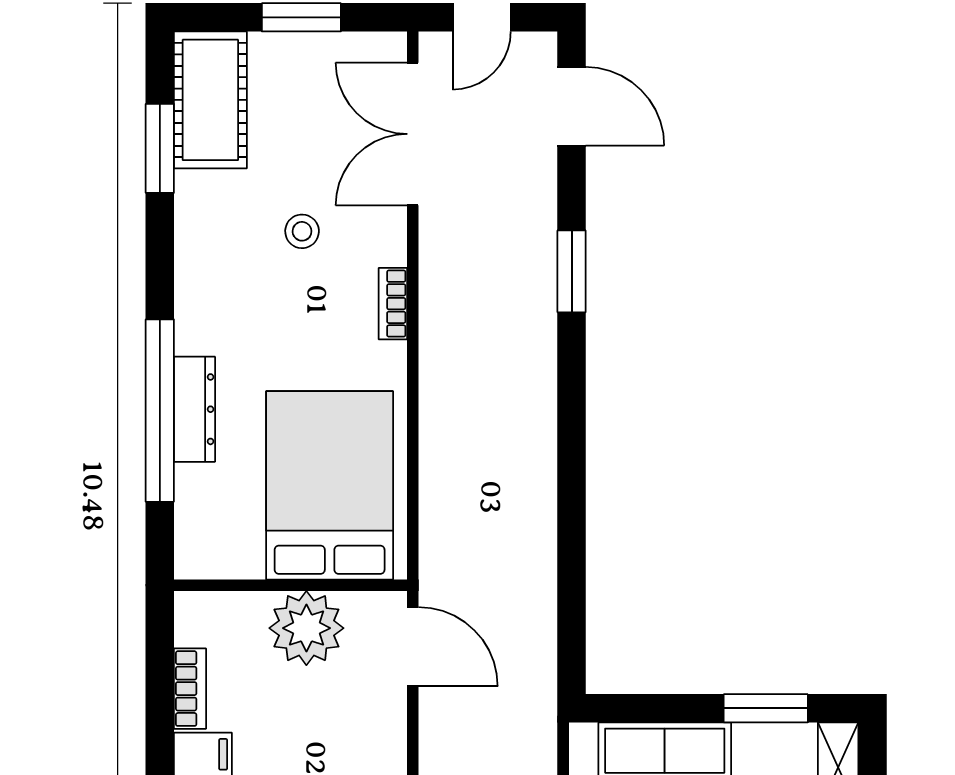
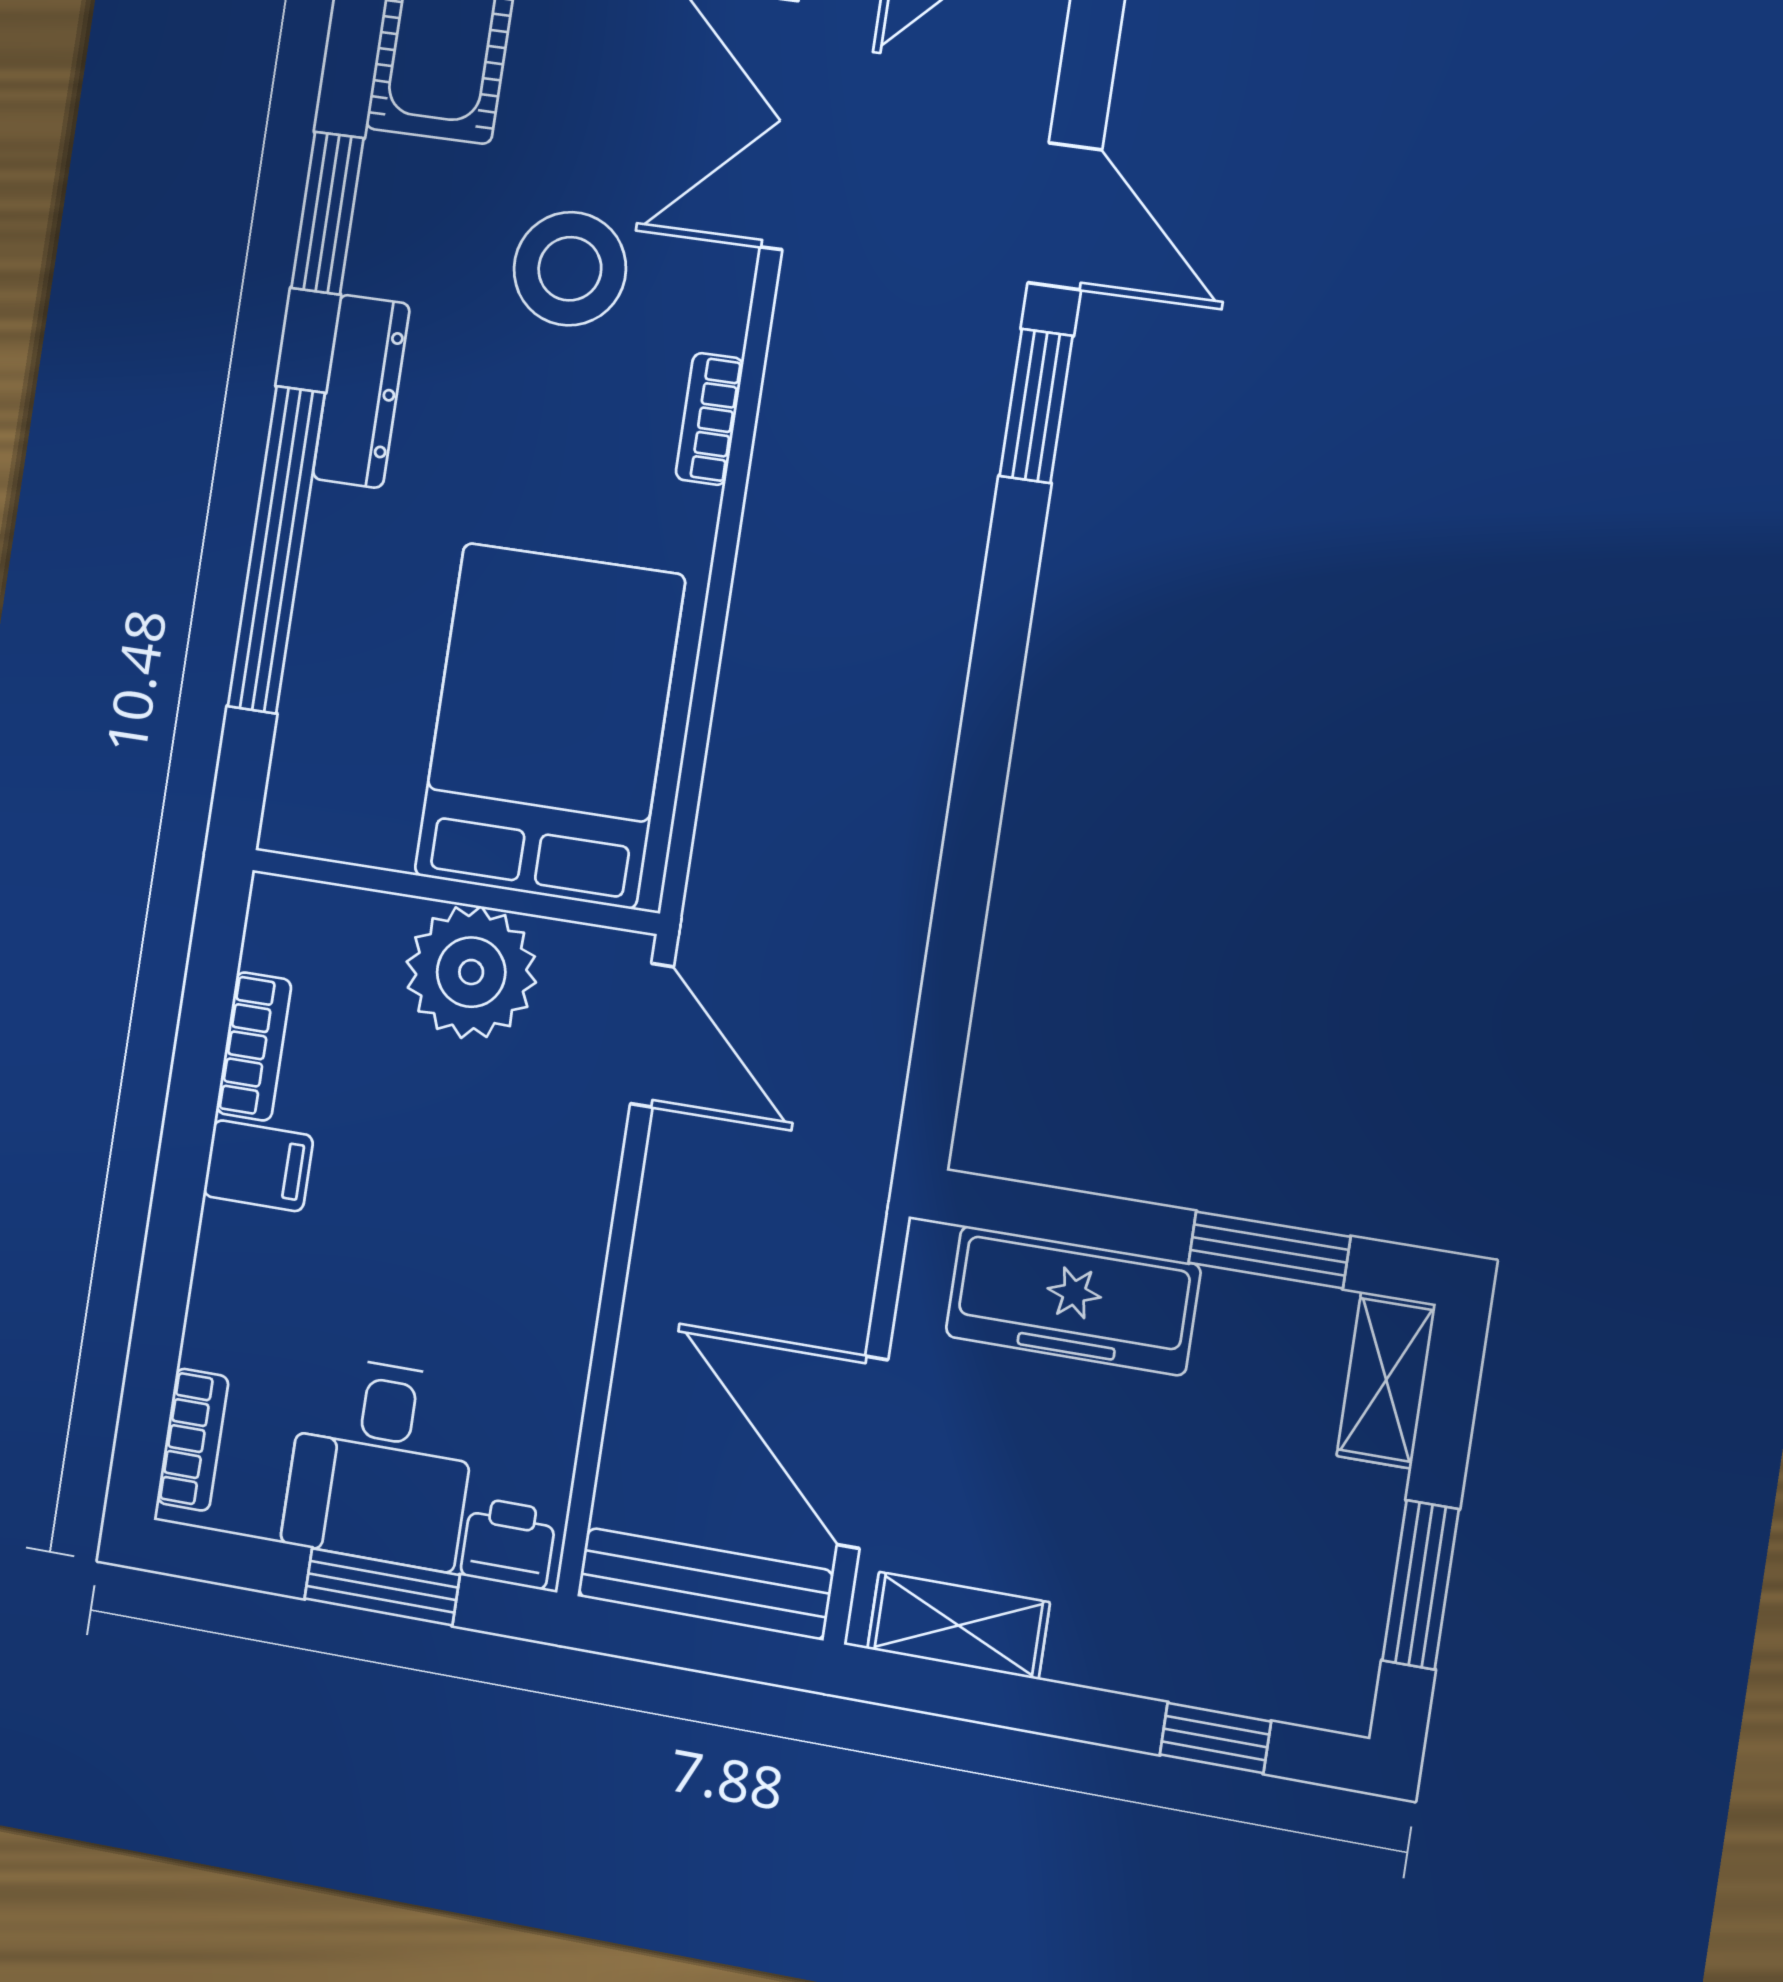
door: (572, 106) -> (1065, 216), moved
window: (160, 148) -> (327, 213), moved
stool: (302, 231) -> (570, 269), width x1.89, depth x1.89
dresser: (194, 409) -> (361, 391), moved

